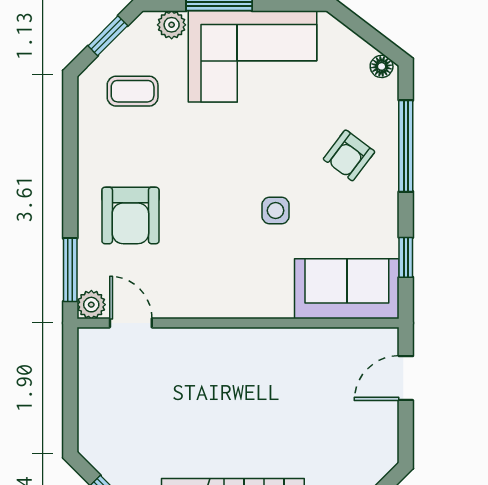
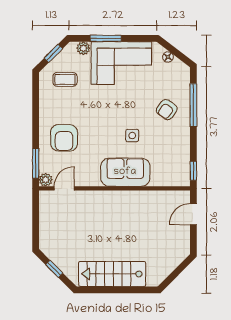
floor lamp: (382, 66) -> (168, 57), moved
window: (406, 257) -> (193, 171), moved
sofa: (347, 289) -> (125, 172), moved
door: (131, 323) -> (64, 188), hinge flipped

